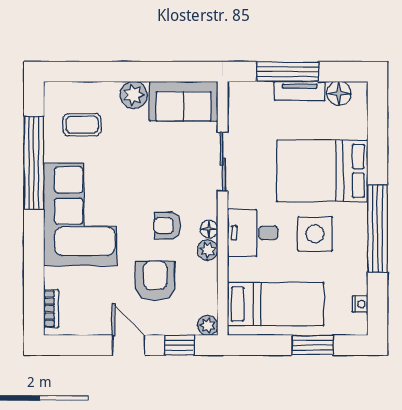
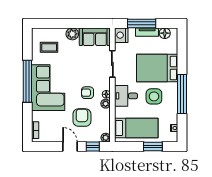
nightstand: (242, 98) -> (121, 35), added
window: (34, 163) -> (27, 81), moved

